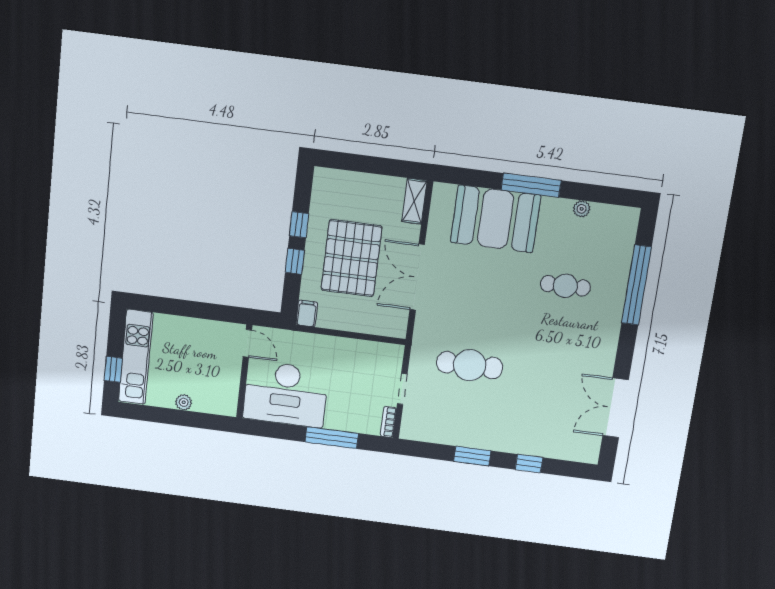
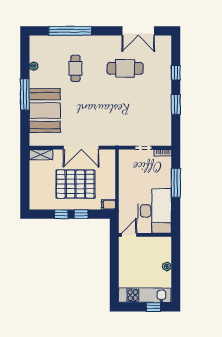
cafe table: (470, 365) -> (125, 68), moved, turned 90

